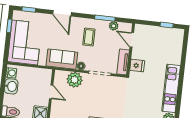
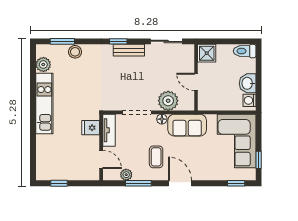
door: (62, 13) -> (180, 183), moved

